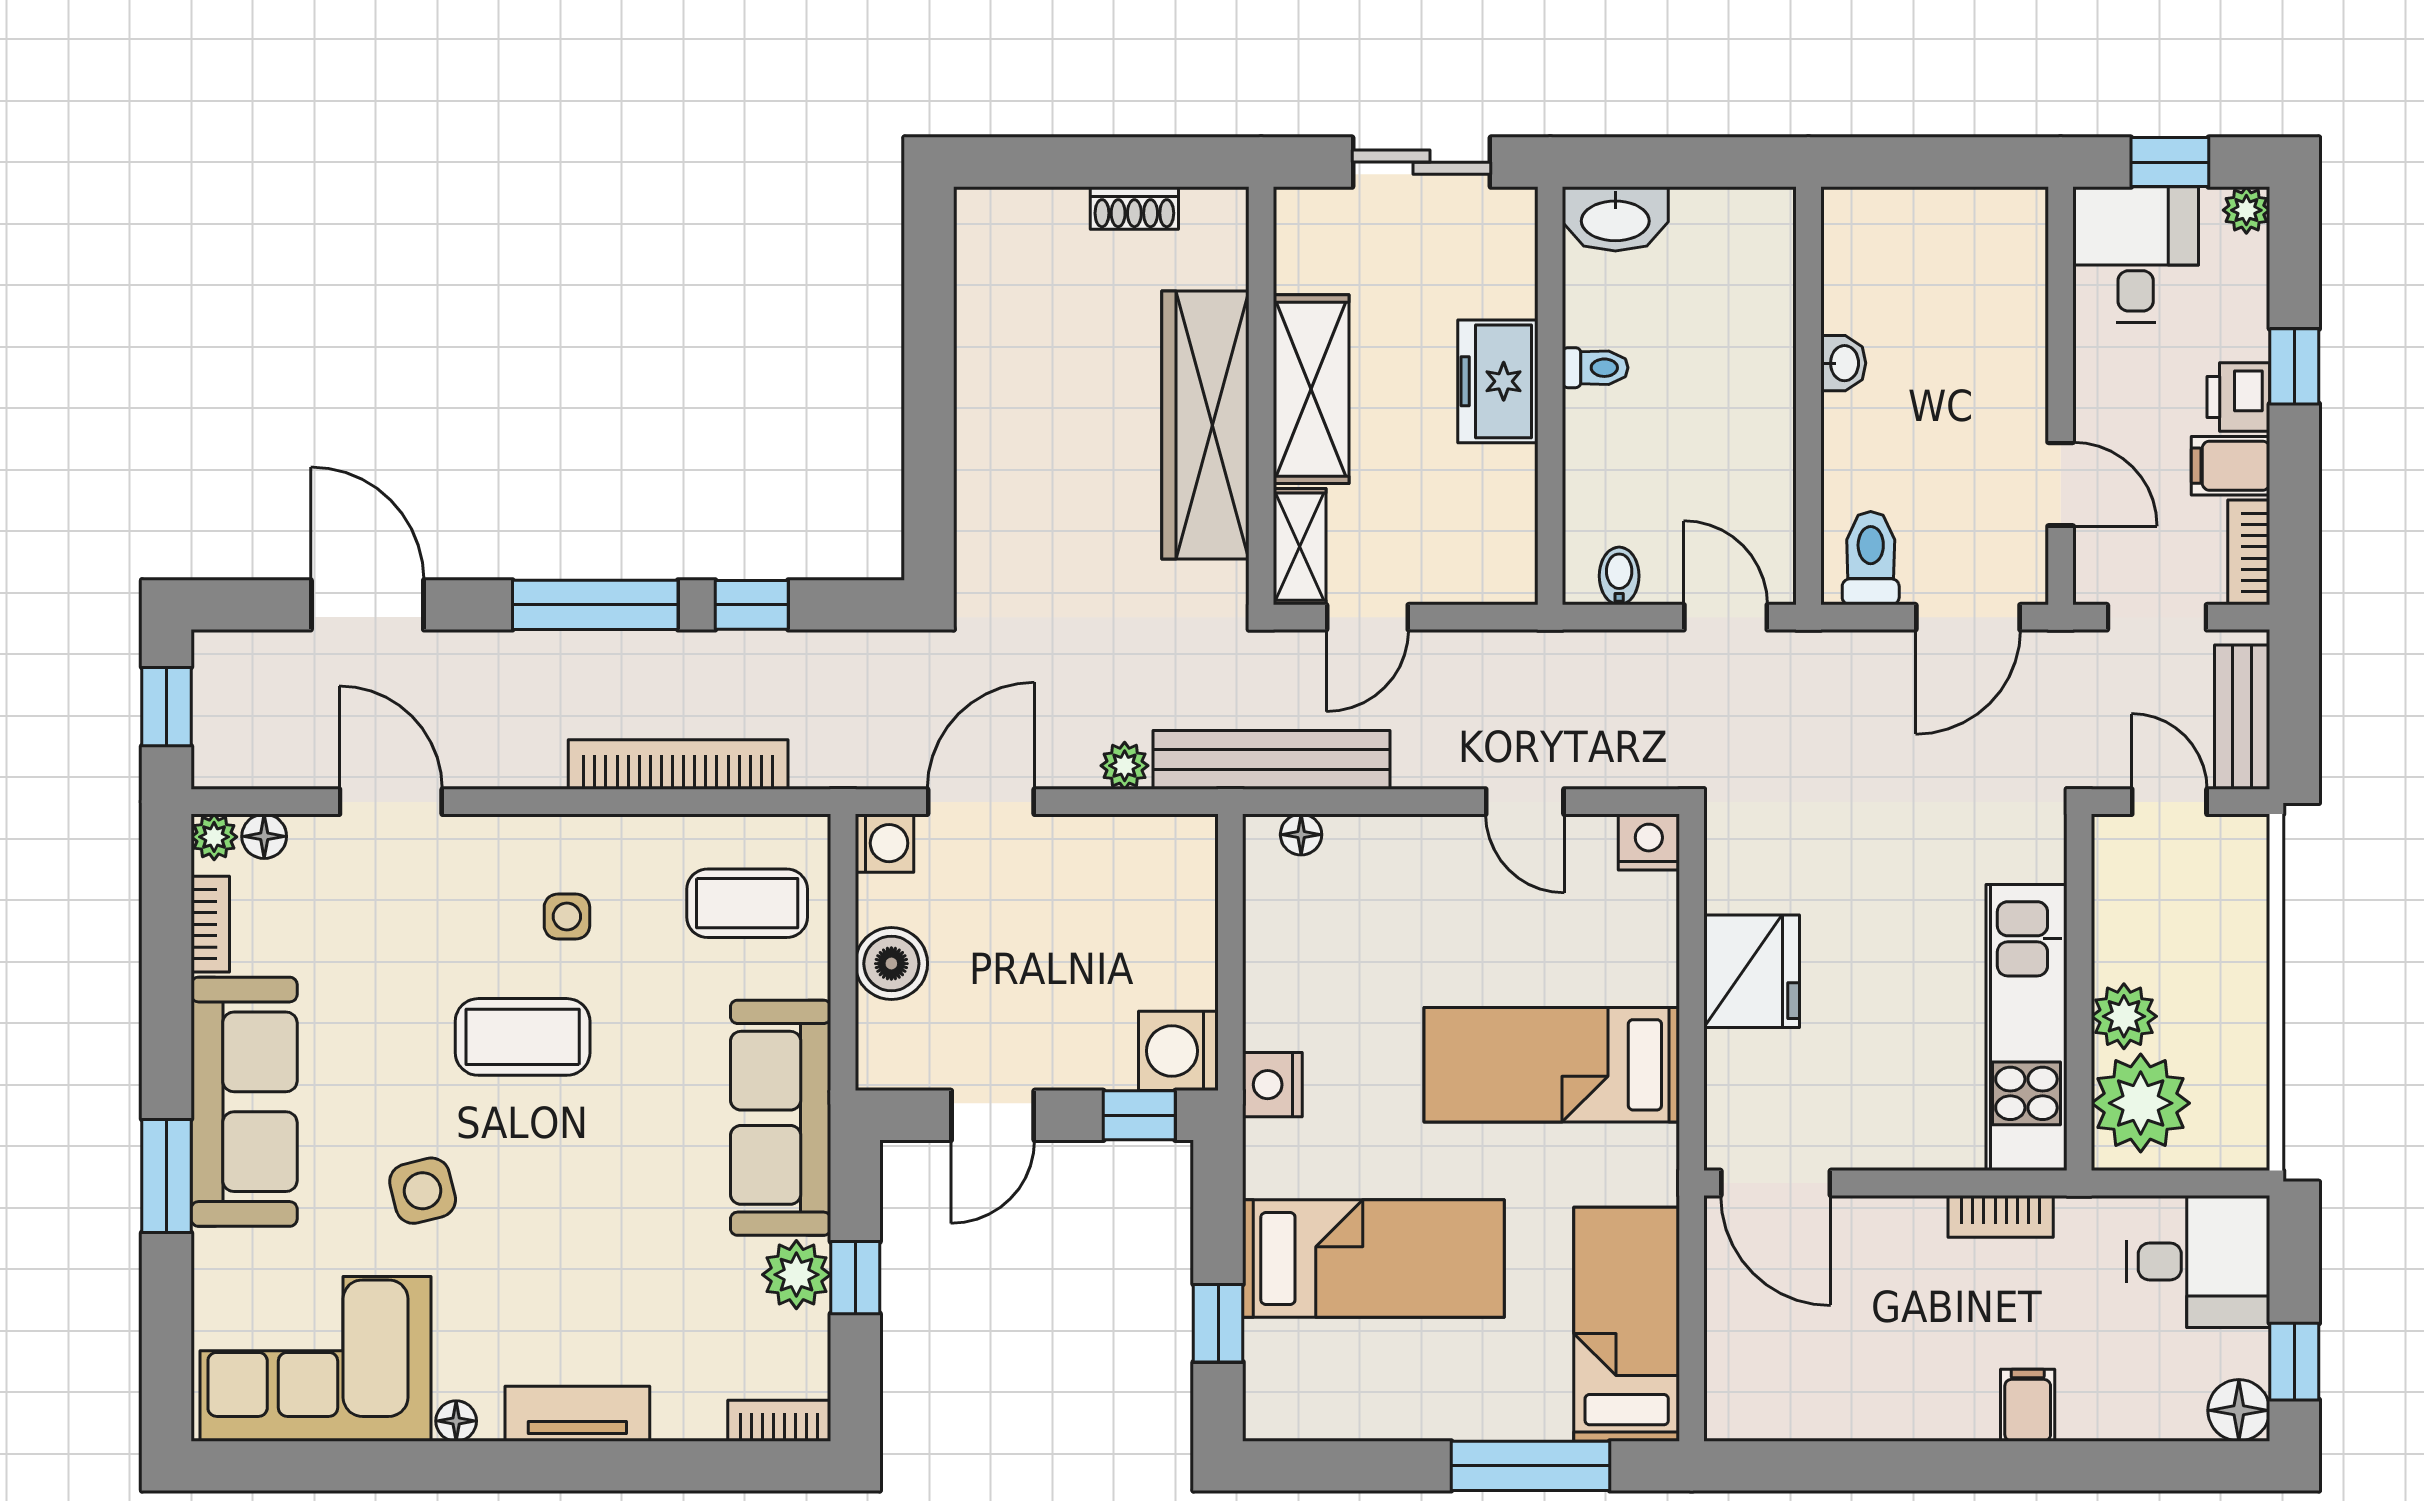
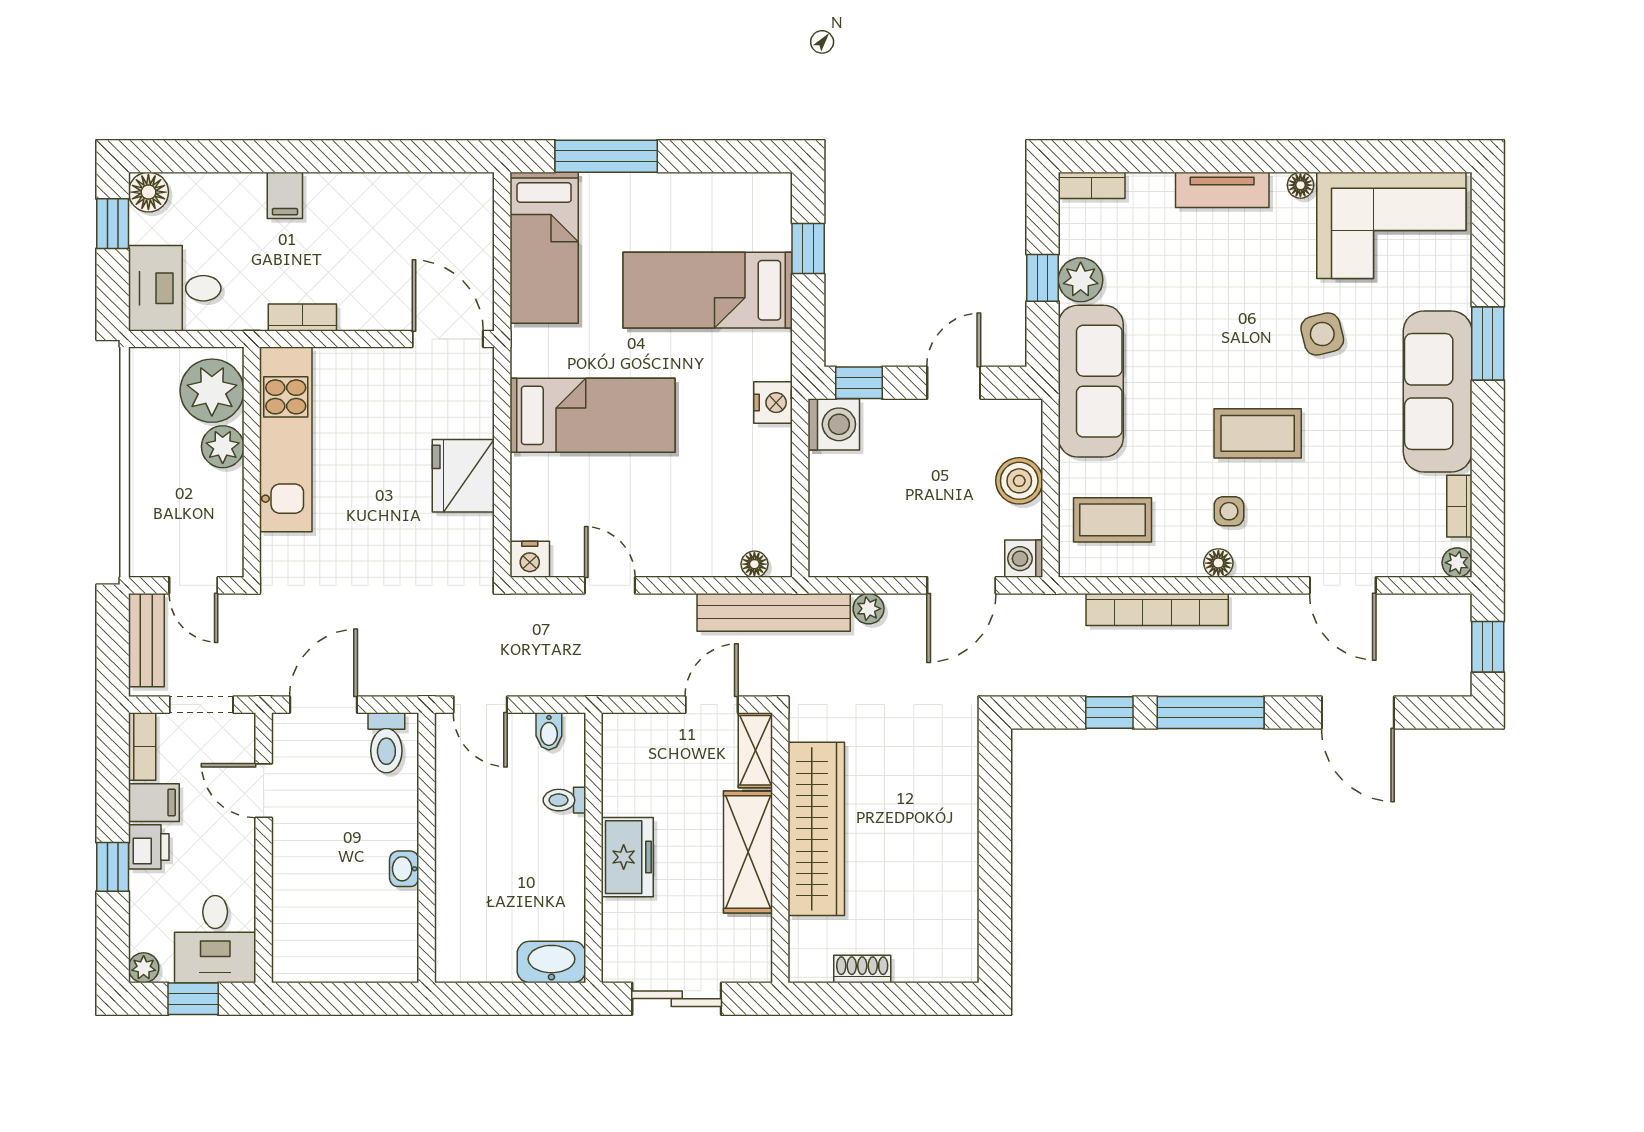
toilet: (1595, 368) -> (564, 800), moved
floor lamp: (264, 836) -> (1218, 563), moved

